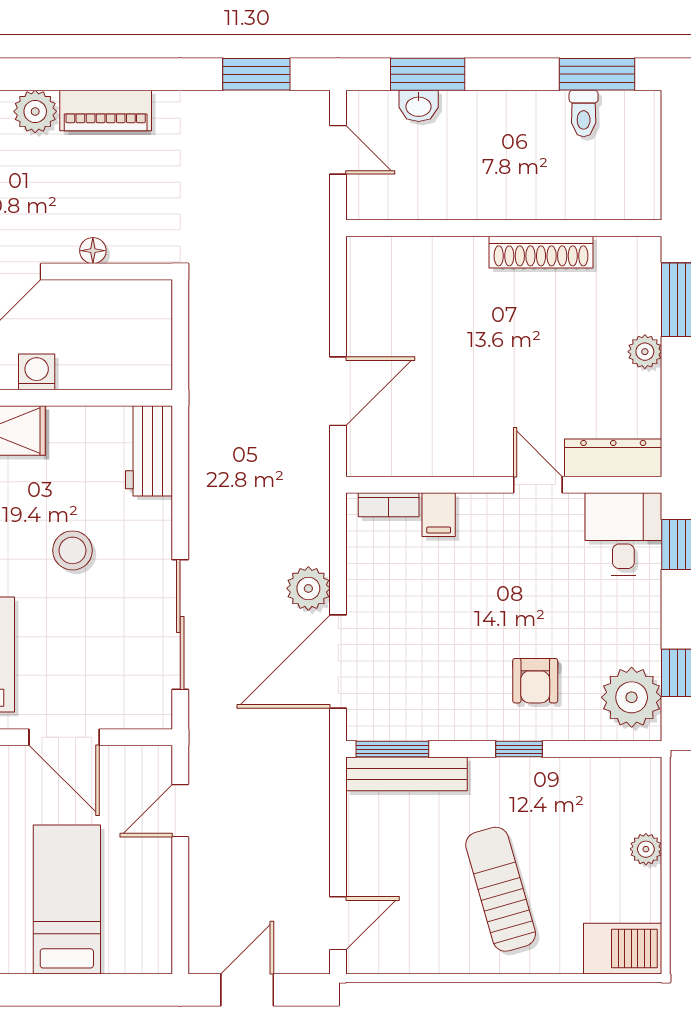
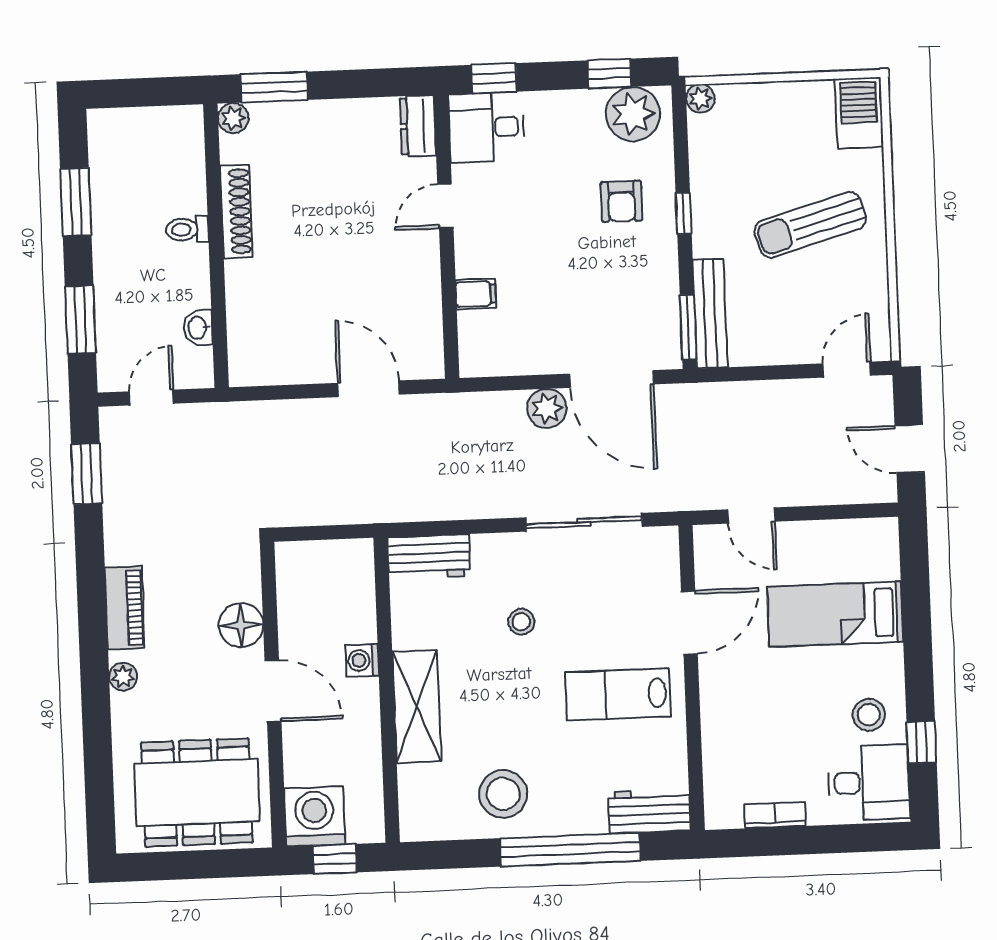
window: (597, 74) -> (76, 202), moved
washbasin: (419, 106) -> (198, 328), moved, turned 180
plant: (35, 111) -> (123, 677), width x0.73, depth x0.73
toilet: (584, 113) -> (187, 229), moved, turned 180
floor lamp: (93, 251) -> (241, 625), width x1.89, depth x1.89
plant: (645, 352) -> (233, 118), moved
dresser: (613, 458) -> (418, 126), width x0.70
bookcase: (389, 505) -> (469, 339), removed
stool: (72, 550) -> (521, 622), width x0.73, depth x0.73
armchair: (535, 681) -> (622, 201), turned 90
plant: (646, 849) -> (700, 98), moved
door: (338, 923) -> (847, 370), hinge flipped

